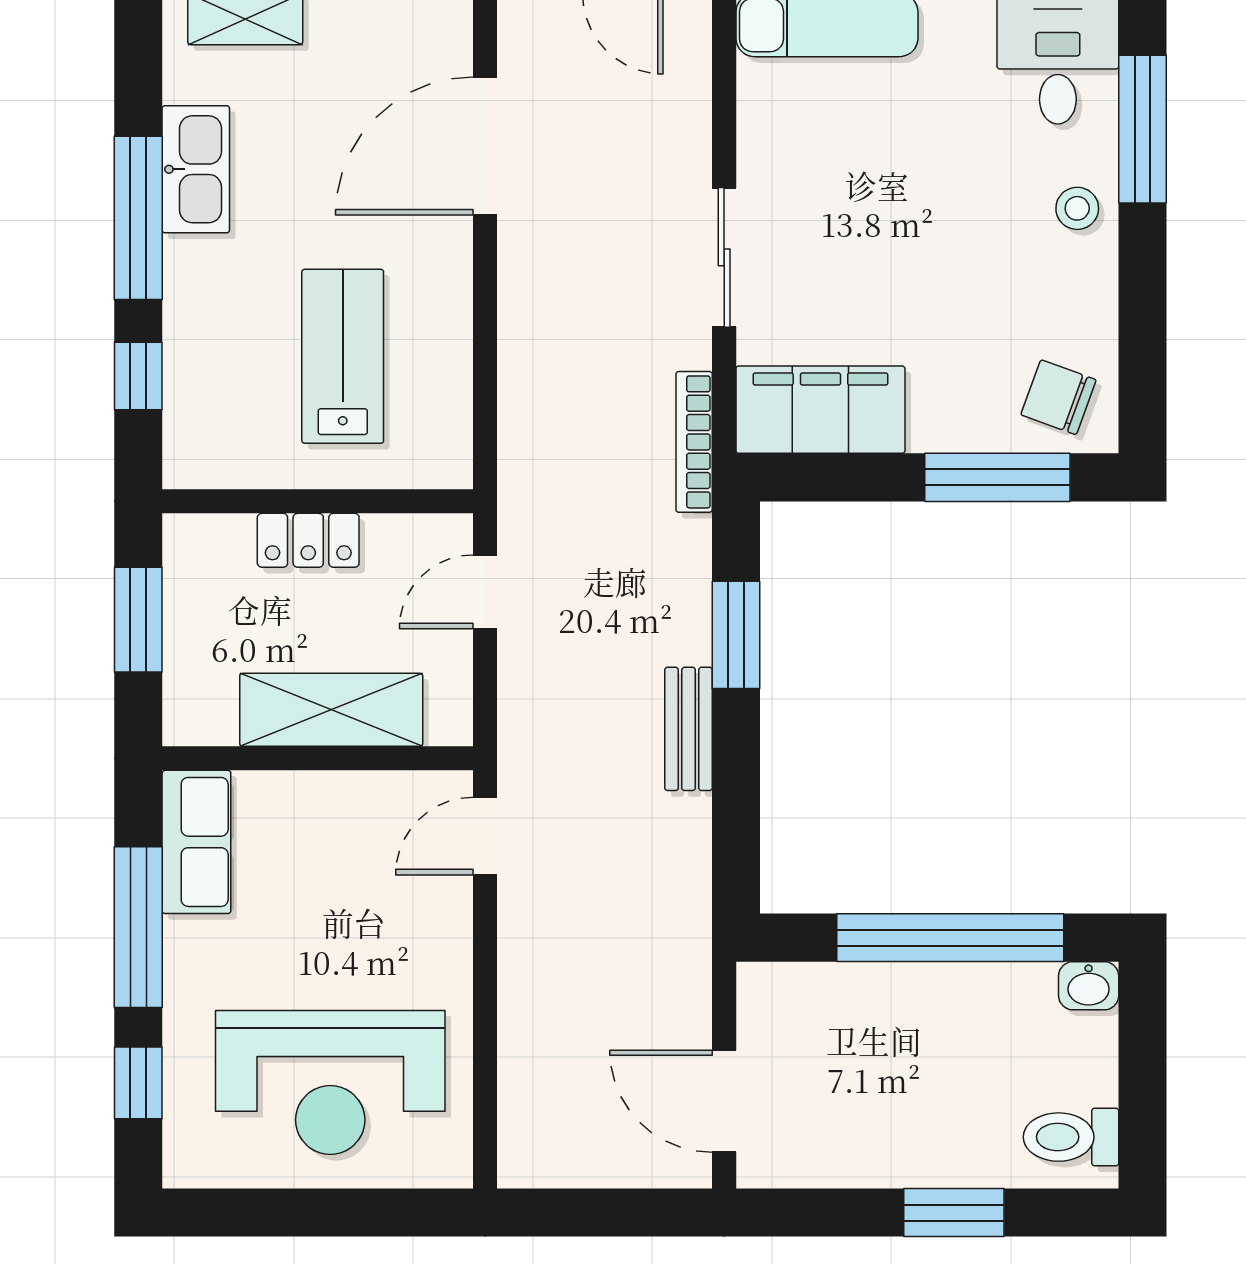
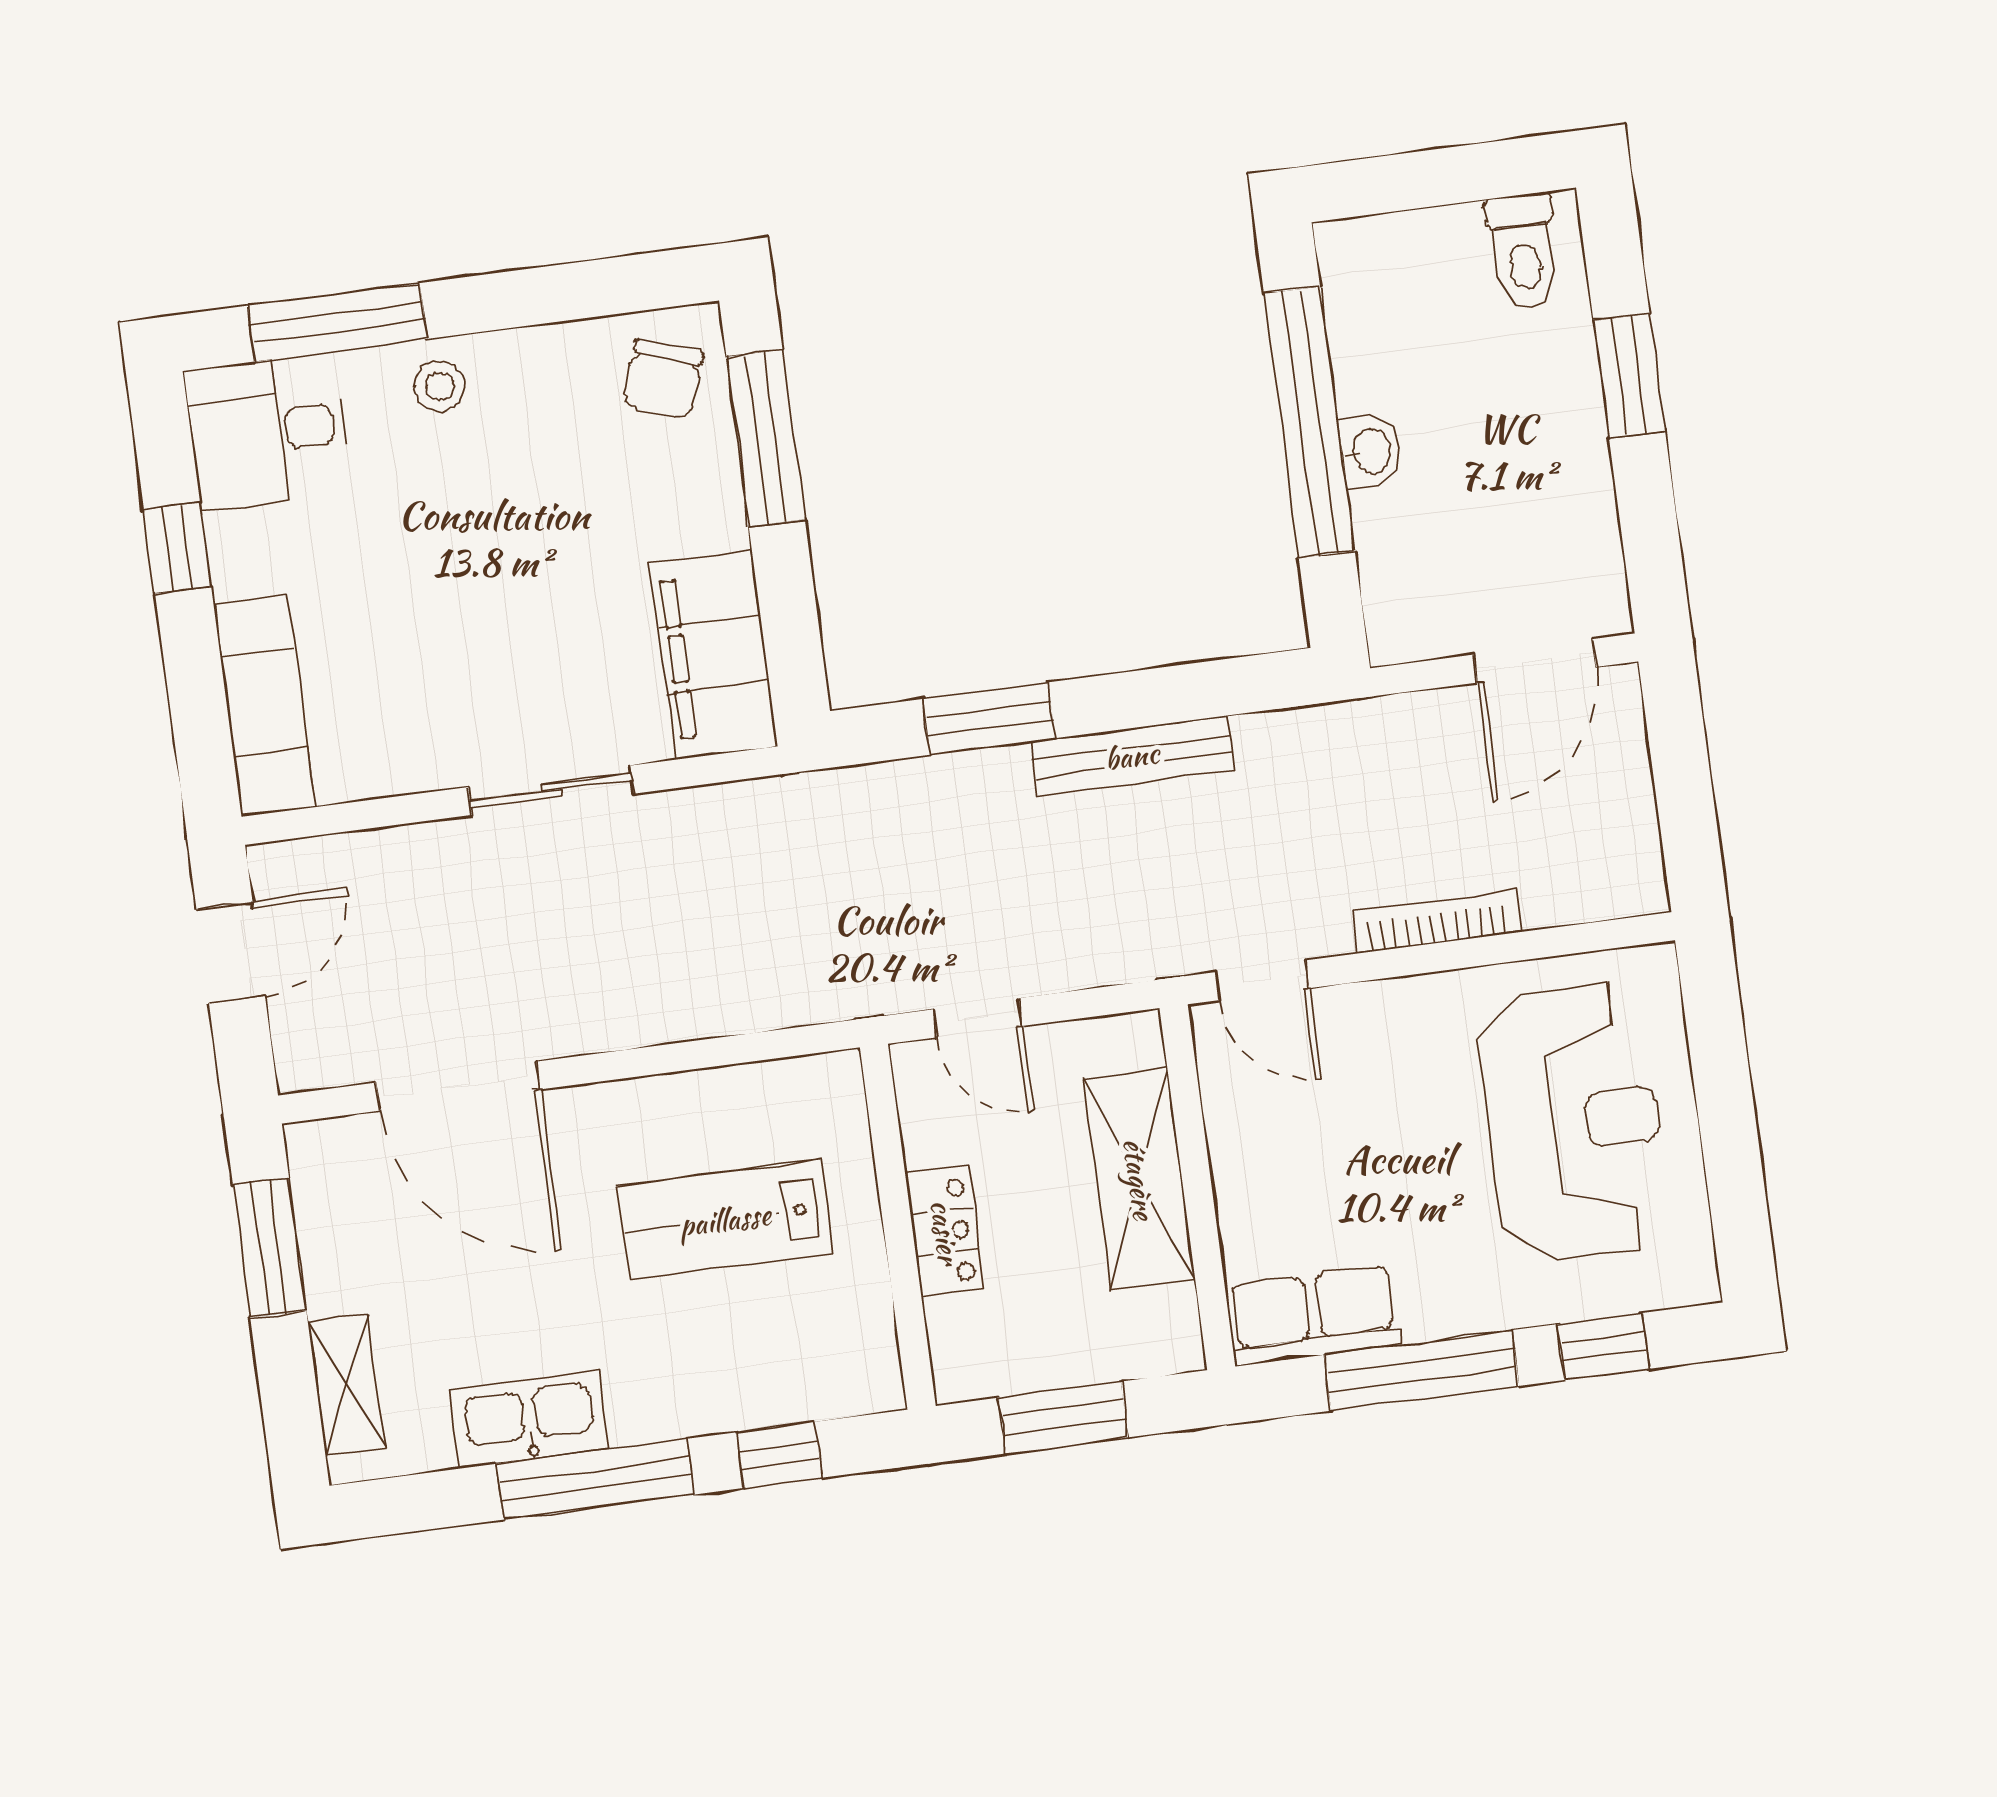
bookcase: (694, 442) -> (1437, 922), moved, turned 180
bench: (689, 729) -> (1132, 756), width x1.36
washbasin: (1089, 986) -> (1370, 451), moved

